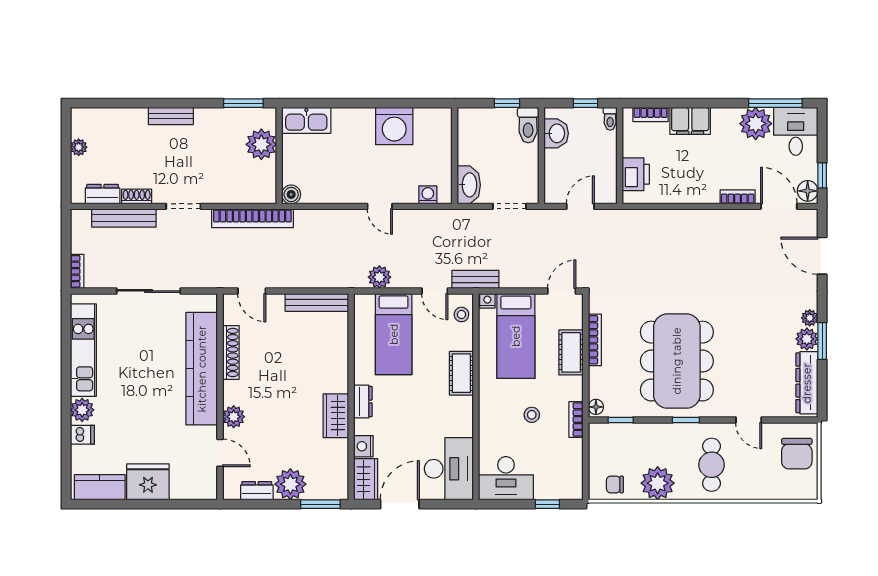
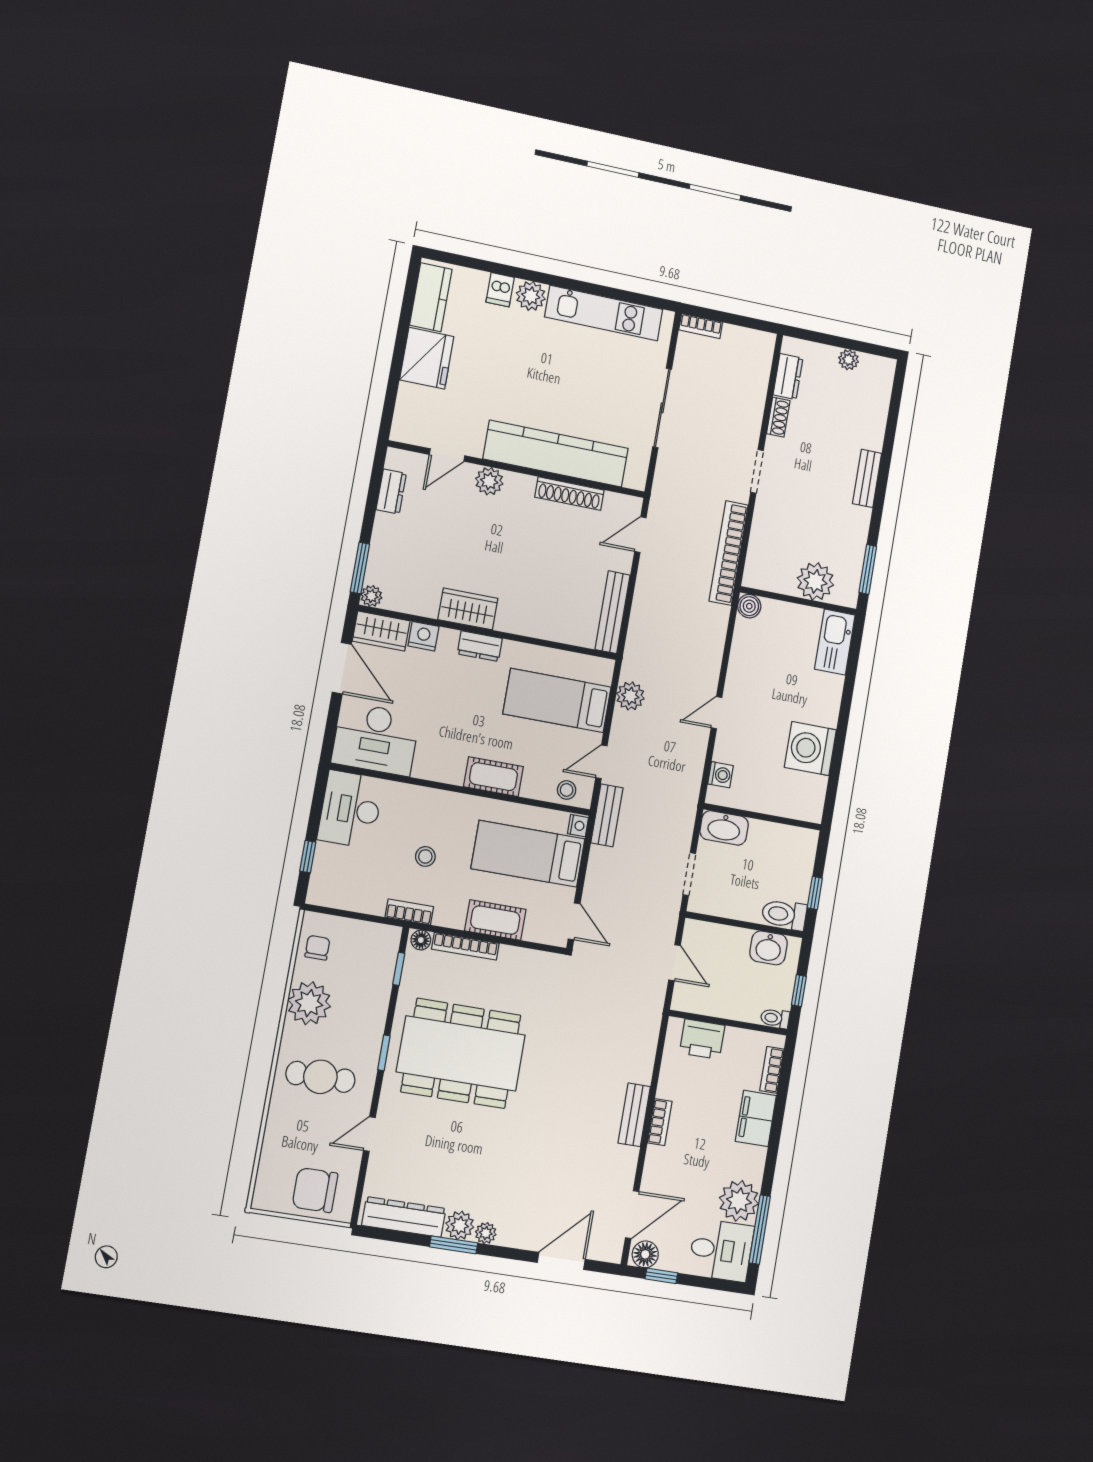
bookcase: (738, 197) -> (660, 1122), moved
bench: (124, 218) -> (634, 1115), moved, width x0.73
bookcase: (595, 340) -> (465, 946), moved
plant: (290, 484) -> (371, 596), moved, width x0.53, depth x0.53

